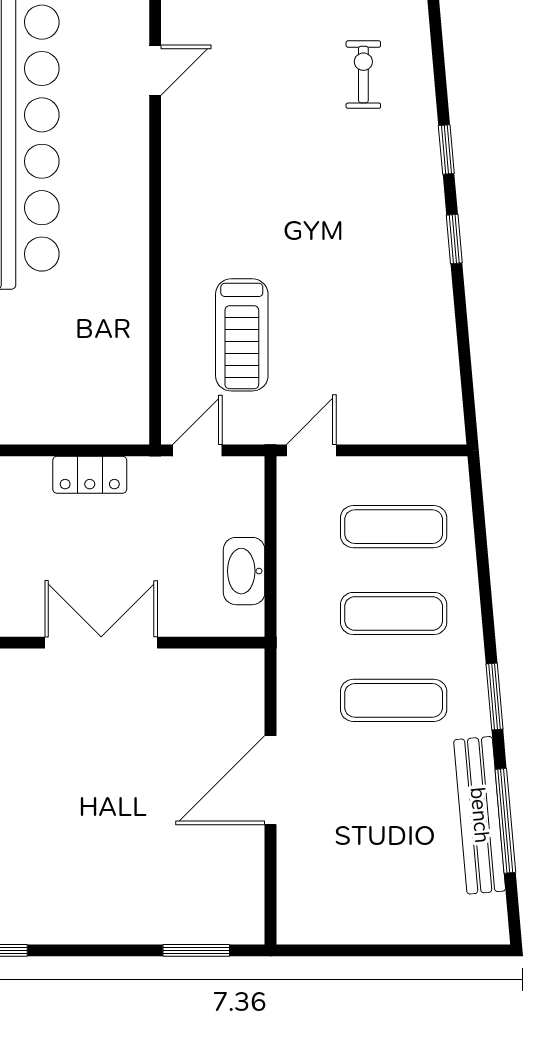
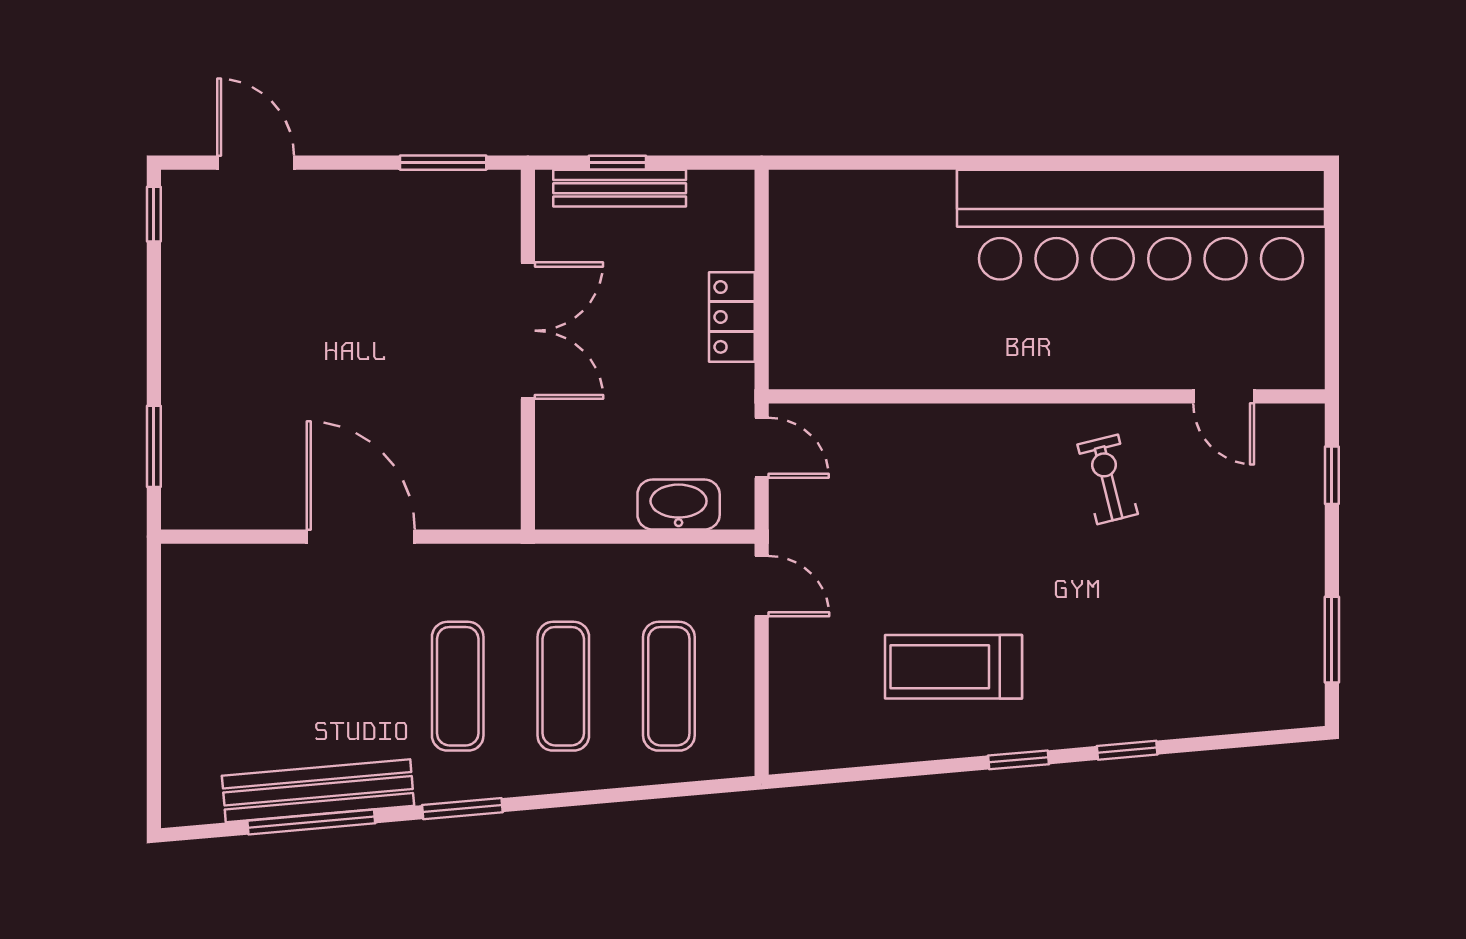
exercise bike: (363, 75) -> (1108, 479), moved, turned -104
treadmill: (242, 335) -> (953, 667), moved
washbasin: (244, 571) -> (679, 505), moved

